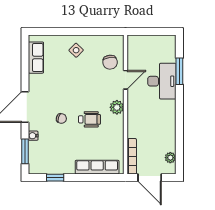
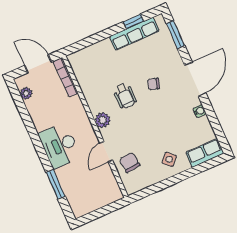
row of seats: (36, 58) -> (205, 153), moved, turned 90
desk: (162, 81) -> (60, 146), moved
wheelchair: (89, 119) -> (125, 96), turned -90
water cooler: (33, 136) -> (200, 111), moved
row of seats: (97, 167) -> (134, 34), moved

